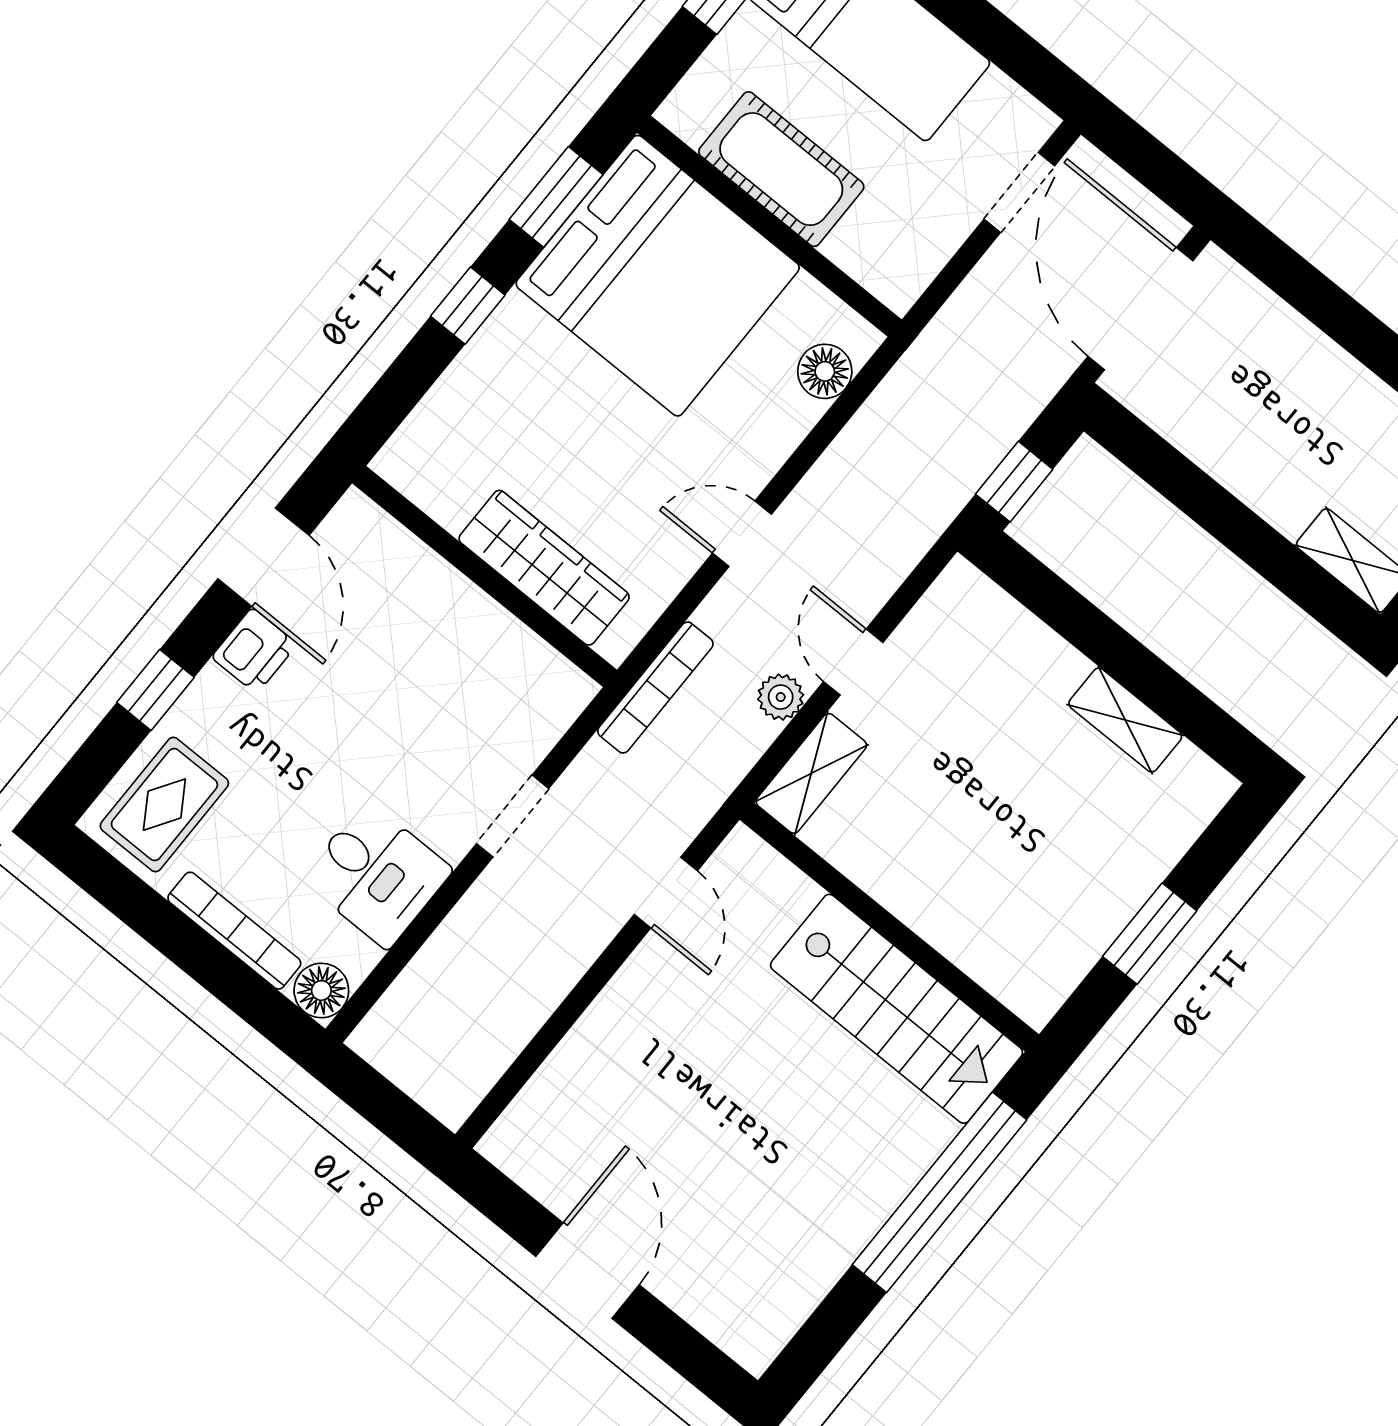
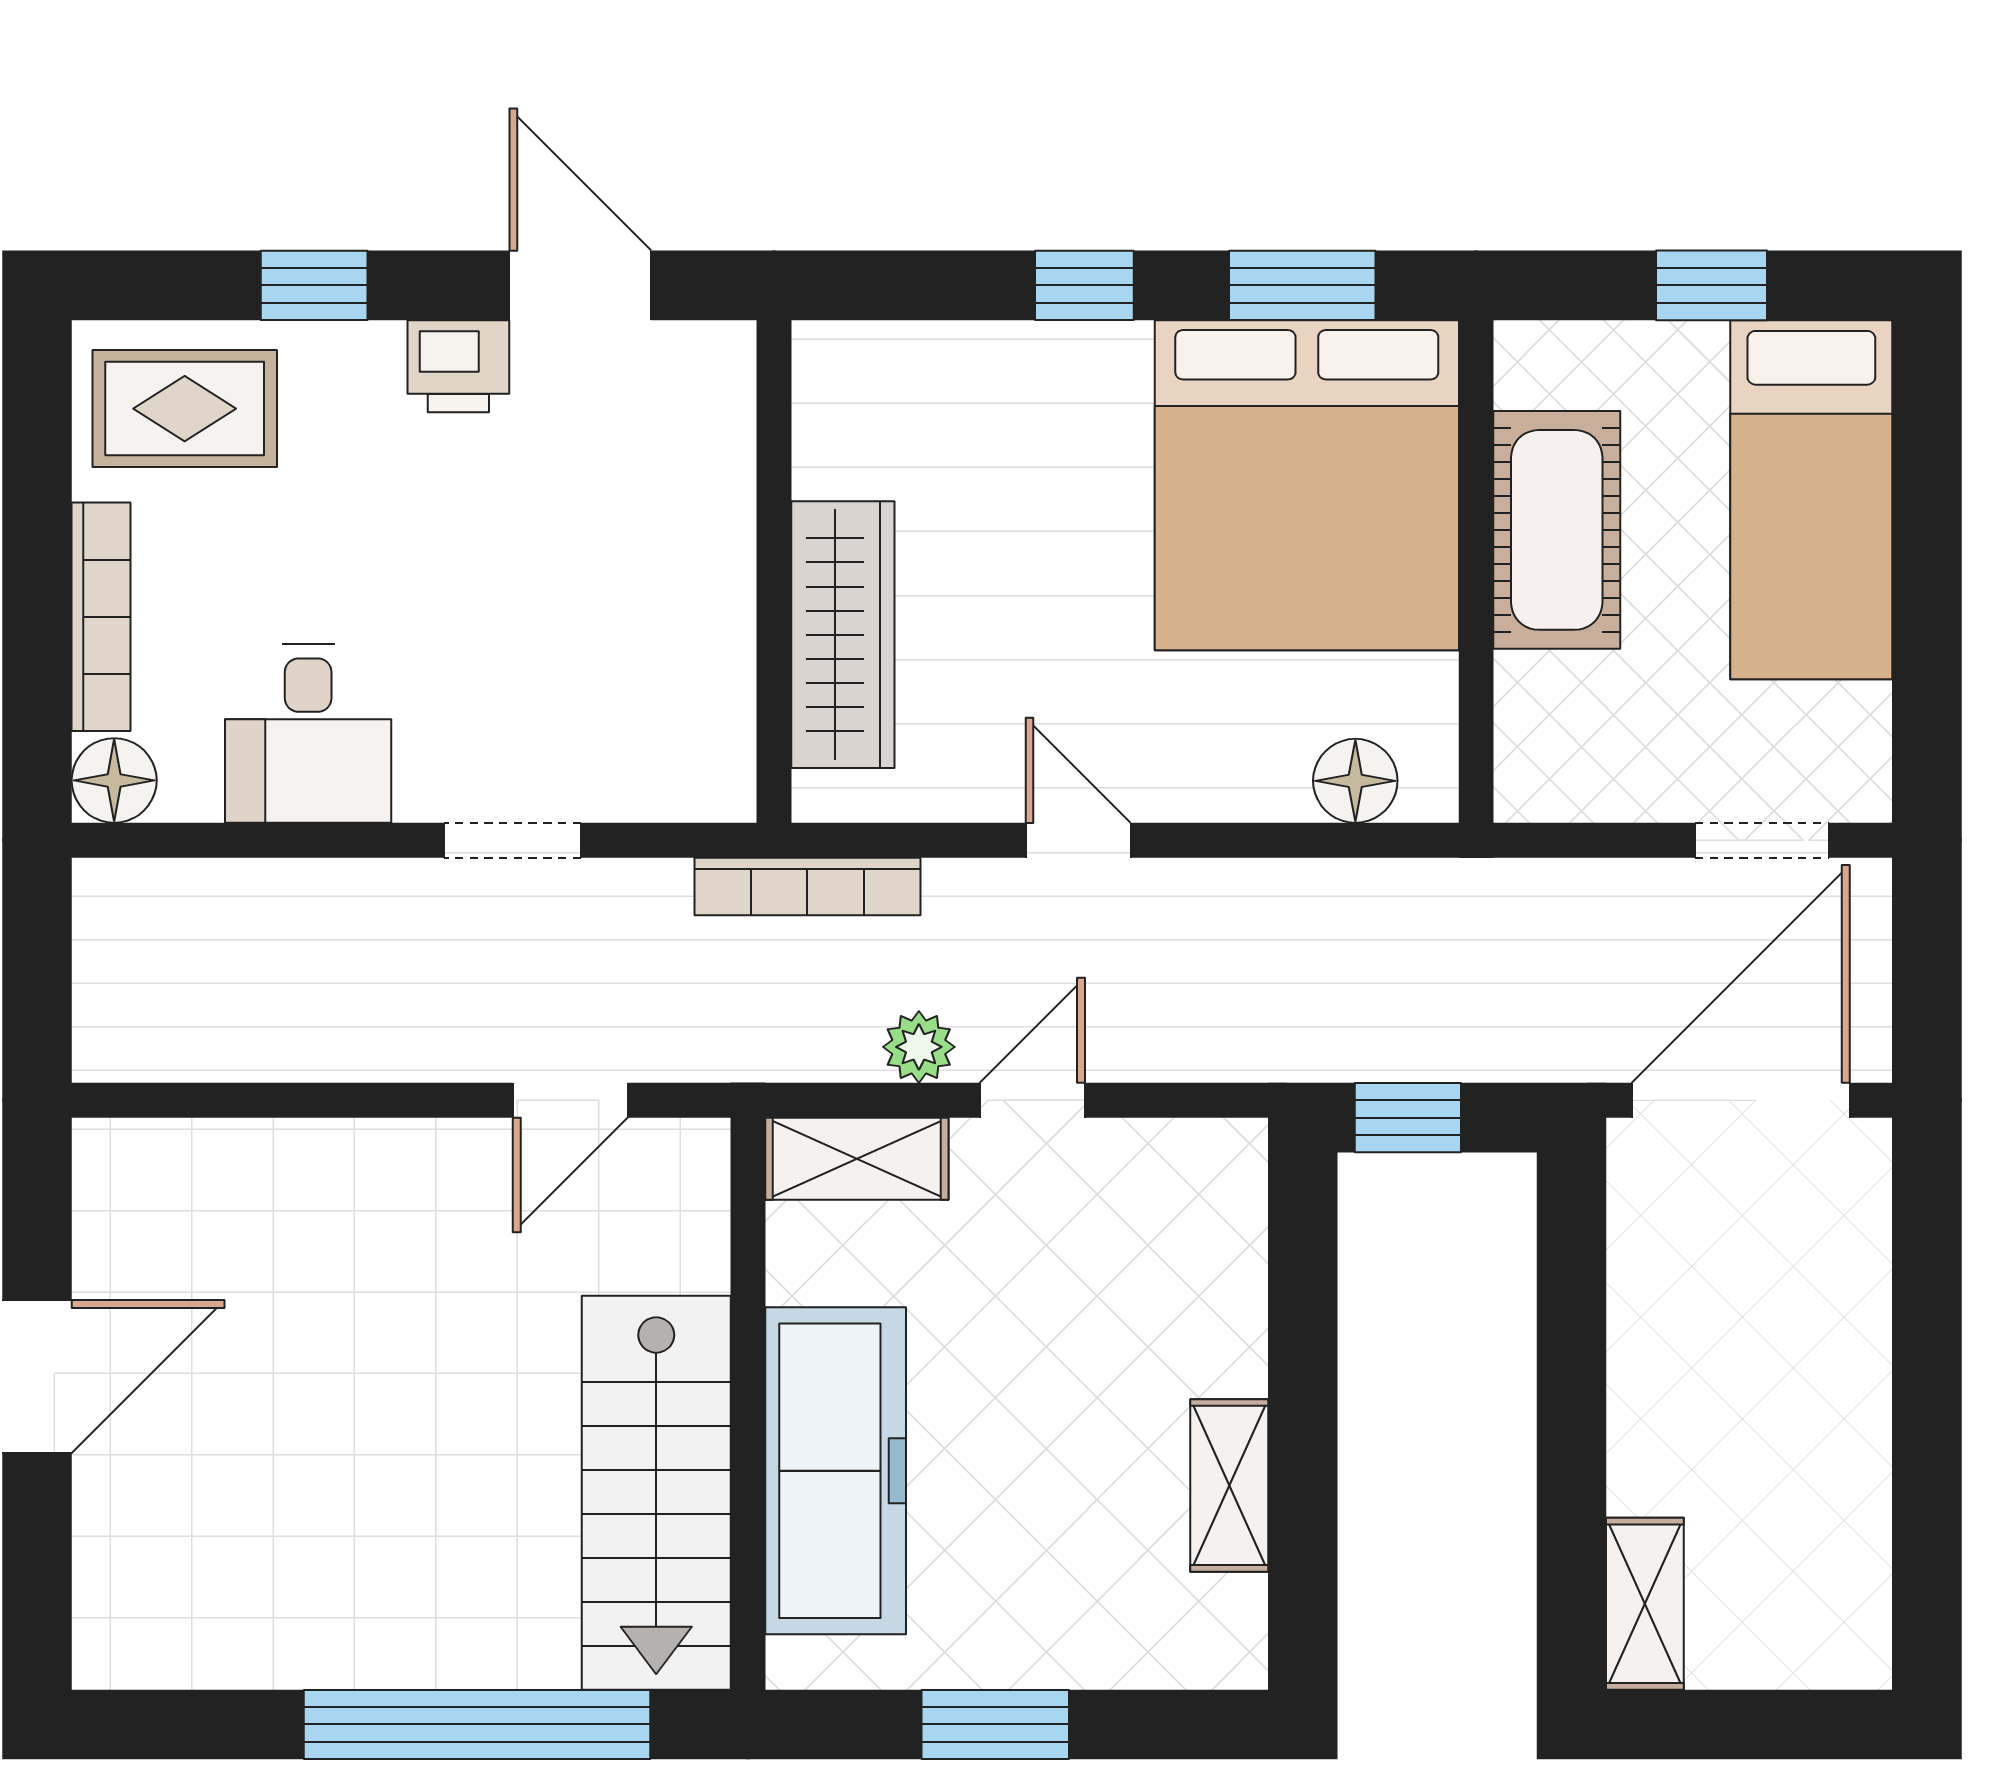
door: (263, 557) -> (580, 285), swing flipped
freezer: (958, 910) -> (836, 1471), added

